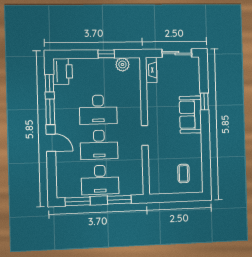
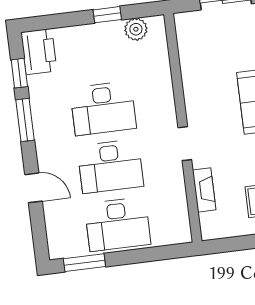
fireplace: (151, 70) -> (204, 190), moved
door: (51, 143) -> (34, 188), moved
window: (119, 200) -> (153, 254), removed

